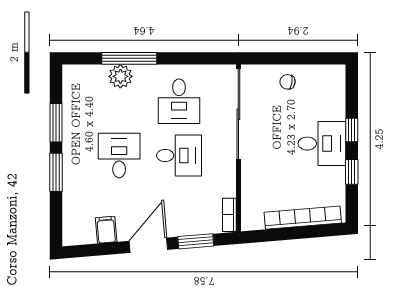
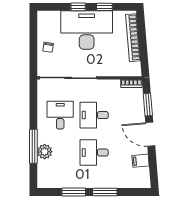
desk: (179, 101) -> (60, 115), turned -90
desk: (322, 144) -> (87, 30), width x1.87, depth x1.30
desk: (179, 156) -> (94, 115), turned -90

